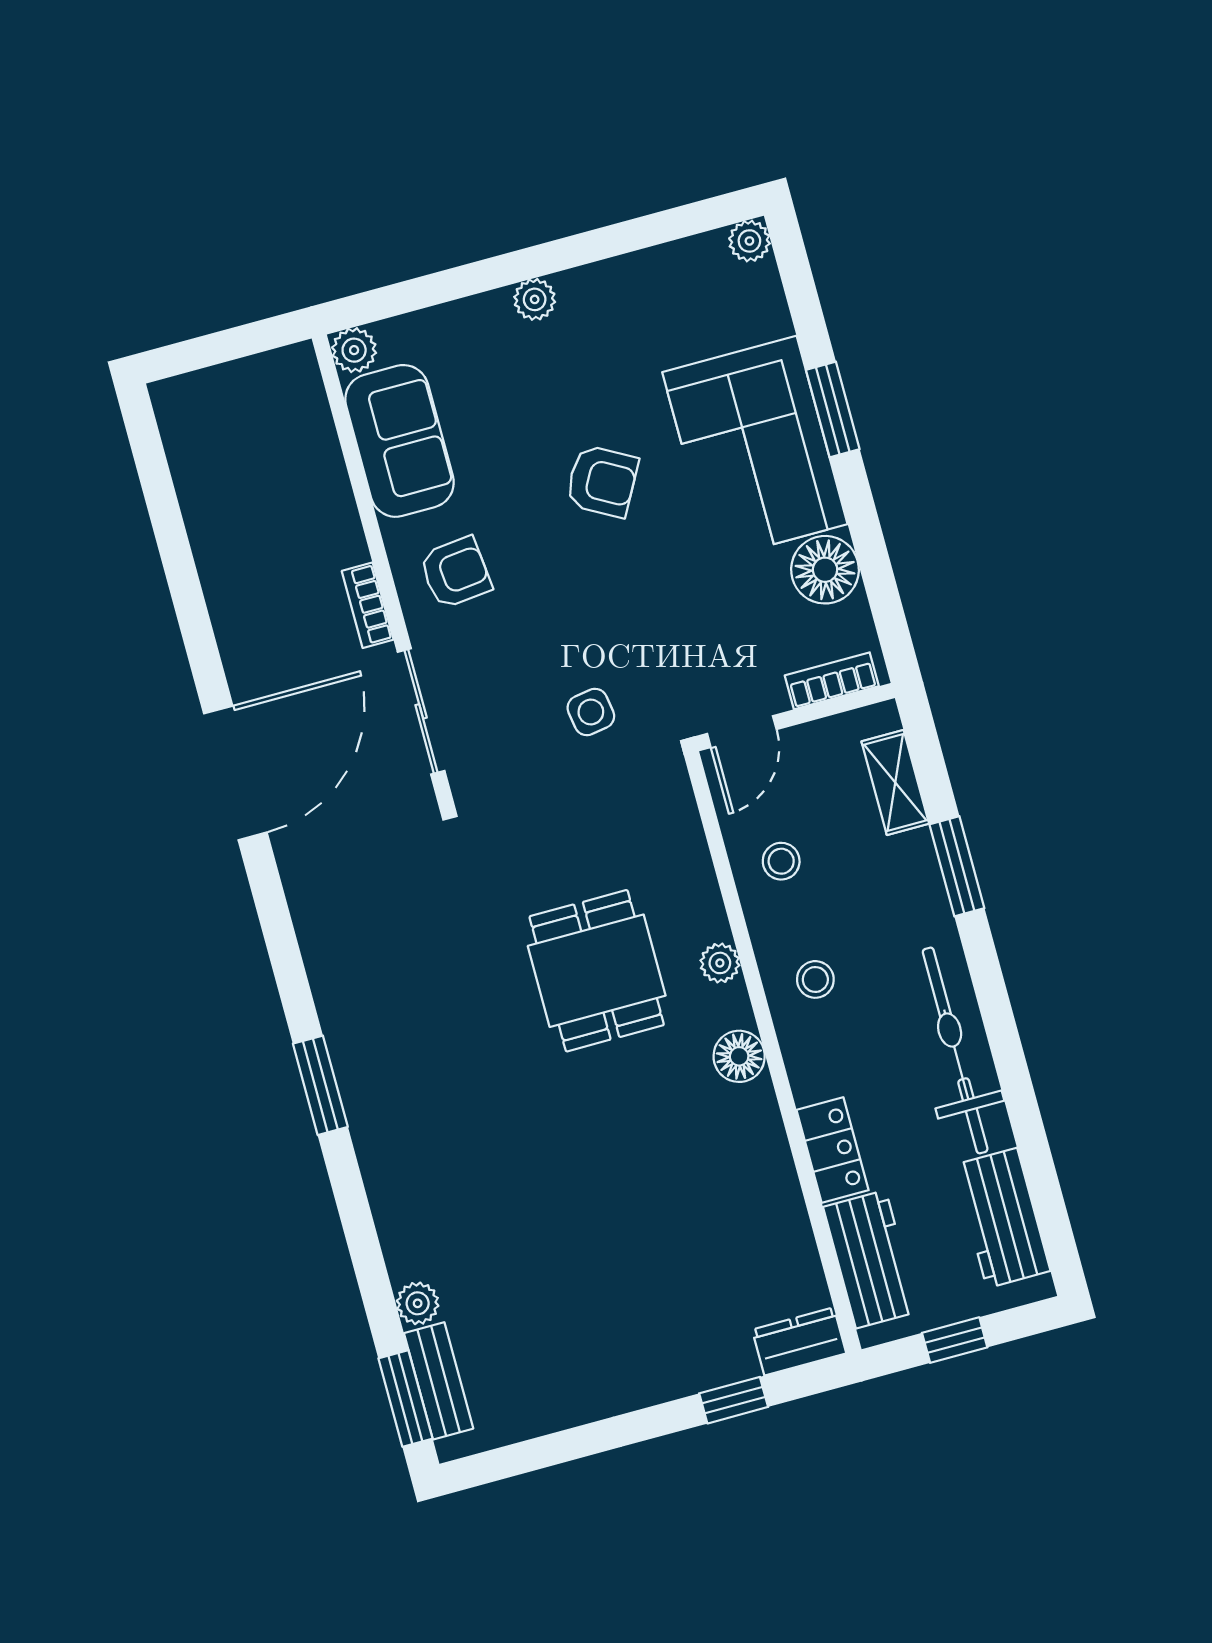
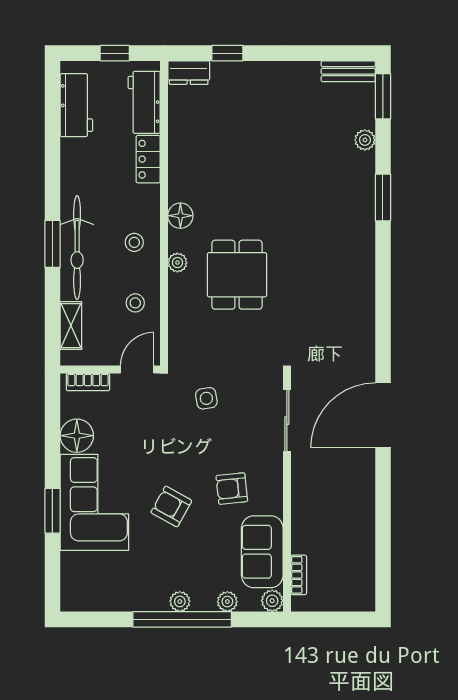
plant: (749, 241) -> (227, 602), moved
window: (521, 266) -> (182, 619), added
armchair: (455, 572) -> (232, 489), moved
bookcase: (368, 605) -> (299, 575), moved
window: (957, 866) -> (52, 244), moved
bicycle: (955, 1050) -> (77, 248), moved
window: (320, 1085) -> (383, 198), moved
bench: (439, 1381) -> (348, 71), moved, turned 90

